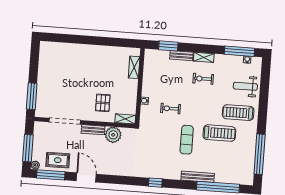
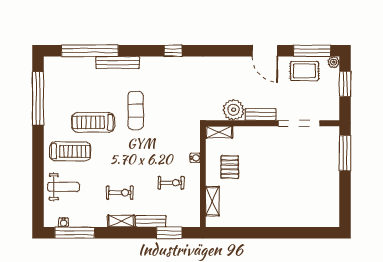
pallet: (103, 103) -> (230, 167), moved
exercise bike: (170, 109) -> (171, 183), moved
window: (28, 148) -> (345, 84), width x0.69

